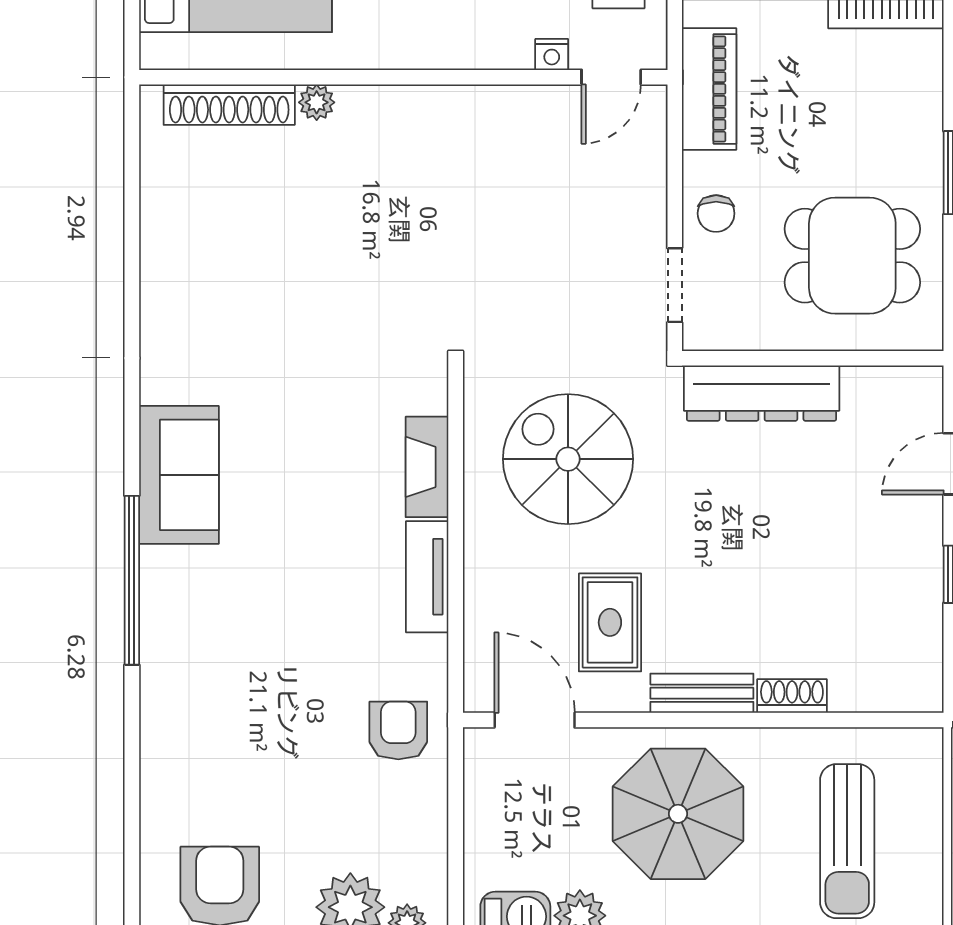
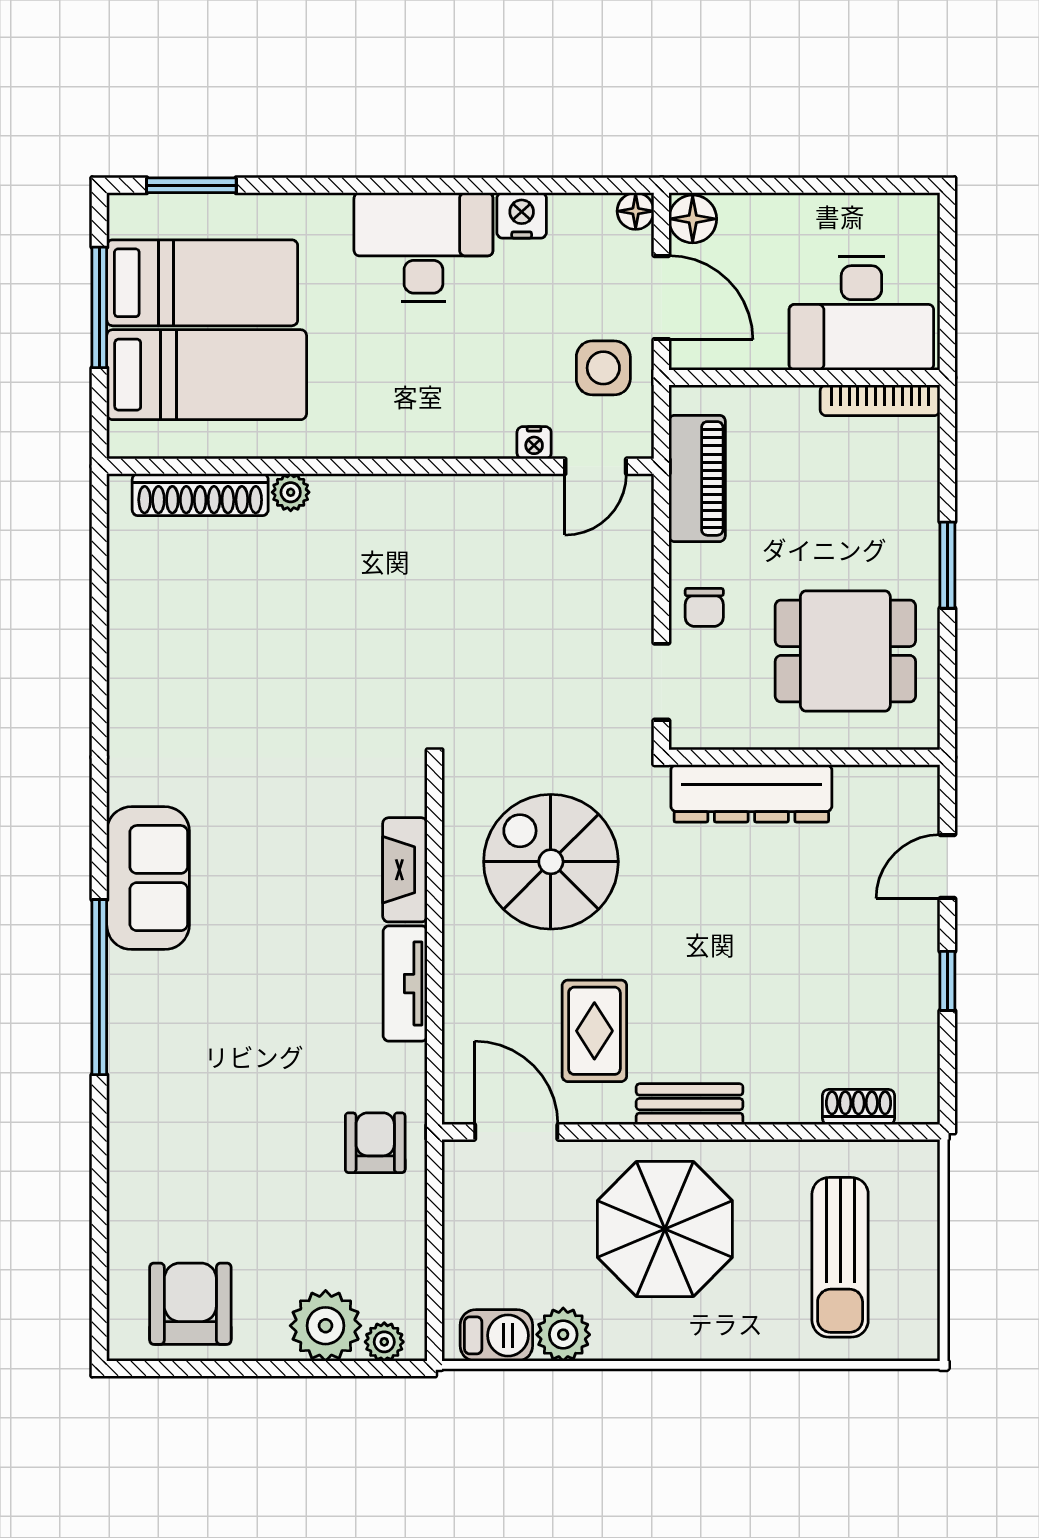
shoe rack: (792, 696) -> (859, 1107), moved

